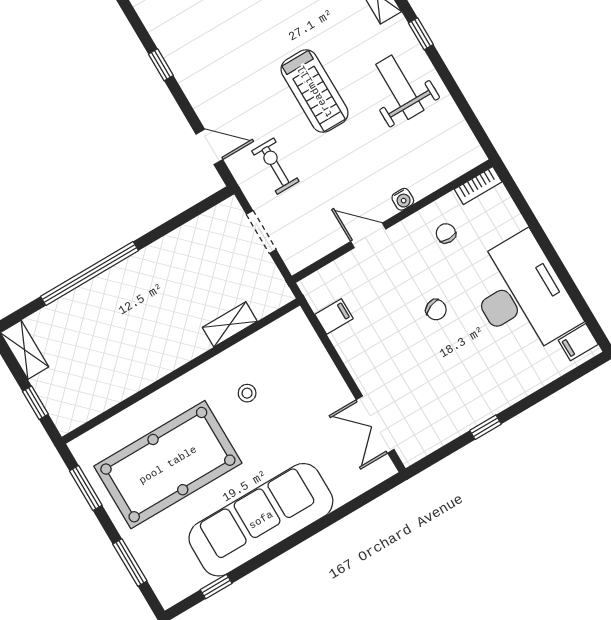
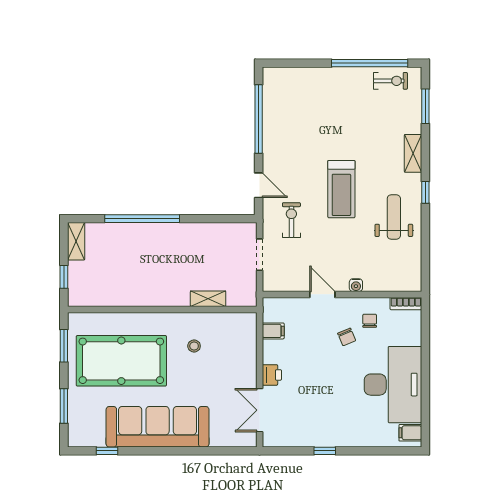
window: (161, 65) -> (259, 119), width x3.17
chair: (436, 310) -> (347, 337), moved
printer: (365, 372) -> (272, 375), added

